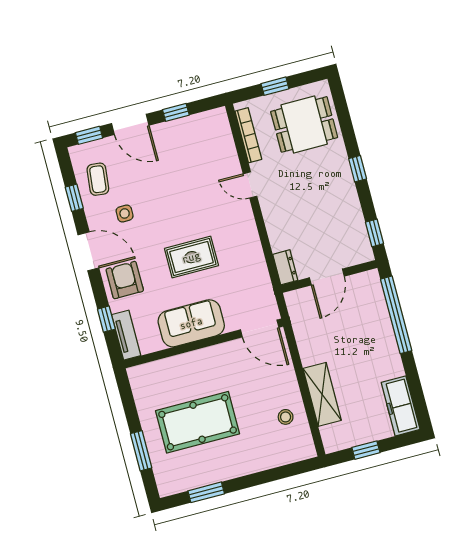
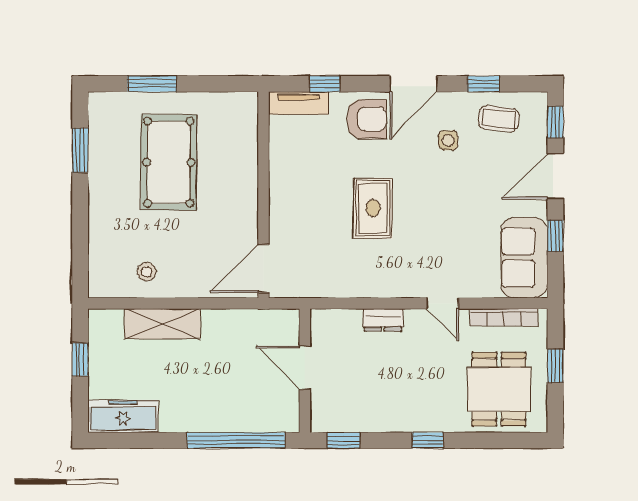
door: (250, 185) -> (442, 303), swing flipped
dresser: (285, 267) -> (383, 320), moved
sofa: (191, 323) -> (524, 258), moved, turned 180

